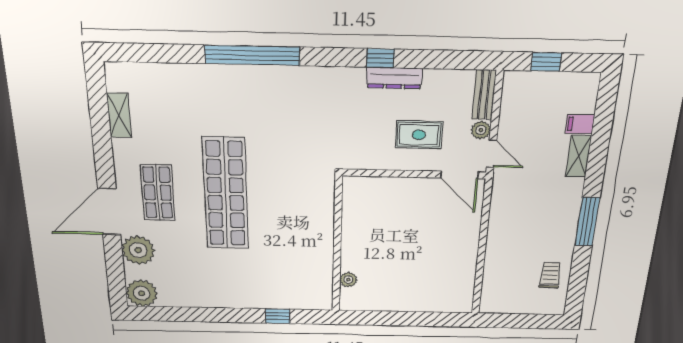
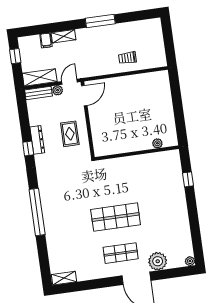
window: (546, 62) -> (15, 56), moved
shelving: (513, 102) -> (40, 77), added
shelving: (119, 115) -> (64, 278), moved
rug: (419, 135) -> (70, 134), moved
shop shelf: (226, 194) -> (116, 217), width x0.71
trolley: (550, 275) -> (127, 58), moved
plant: (142, 293) -> (190, 261), width x0.53, depth x0.53

